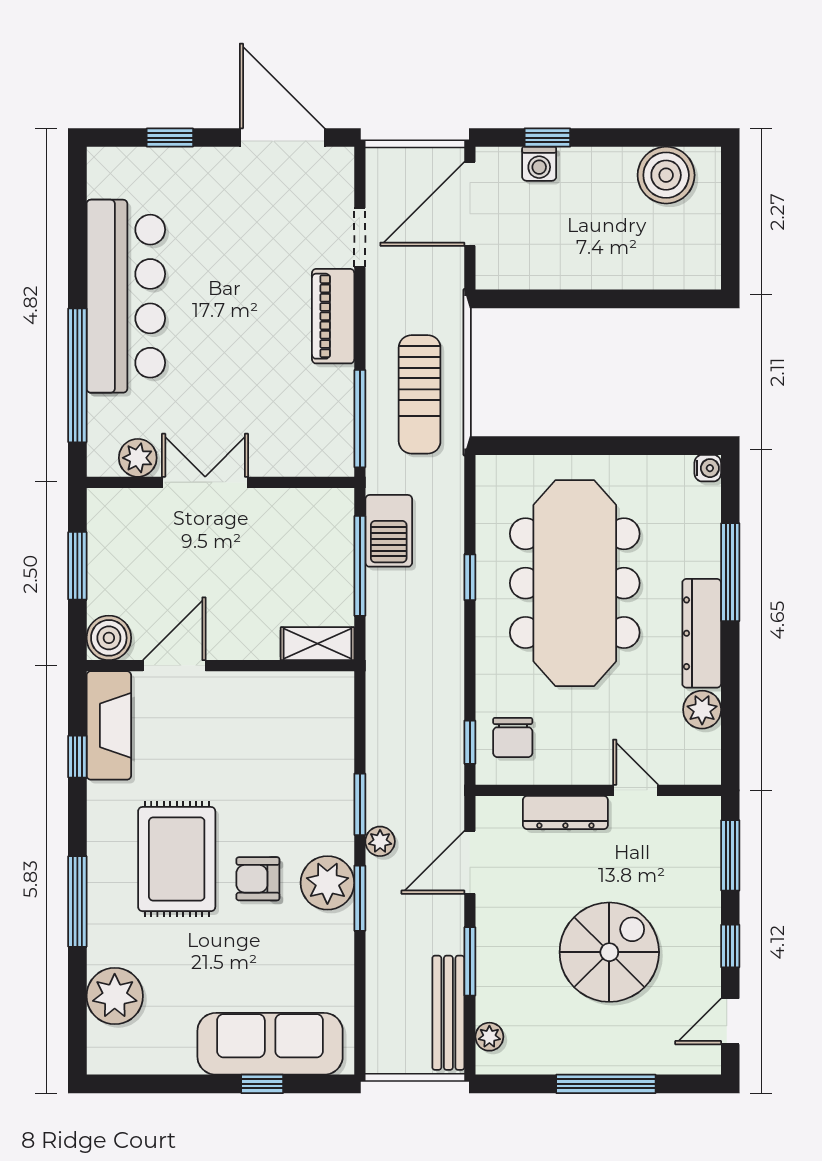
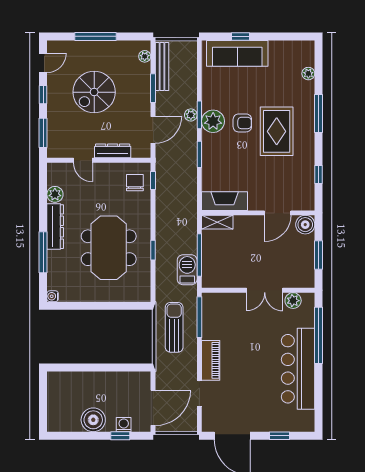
boiler: (666, 175) -> (93, 420), moved
meeting table: (575, 583) -> (109, 248), width x0.73
fireplace: (109, 725) -> (225, 201), moved, turned 90
plant: (380, 841) -> (191, 115), moved
plant: (115, 996) -> (308, 74), width x0.53, depth x0.53

